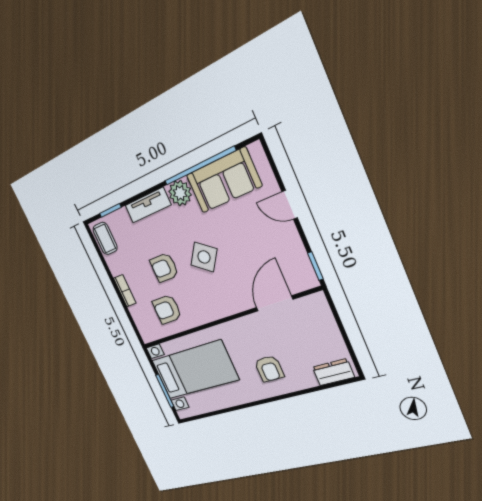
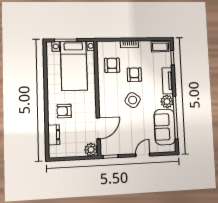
door: (274, 303) -> (98, 128), hinge flipped
plant: (316, 306) -> (91, 150), added
dresser: (333, 372) -> (54, 135), moved

